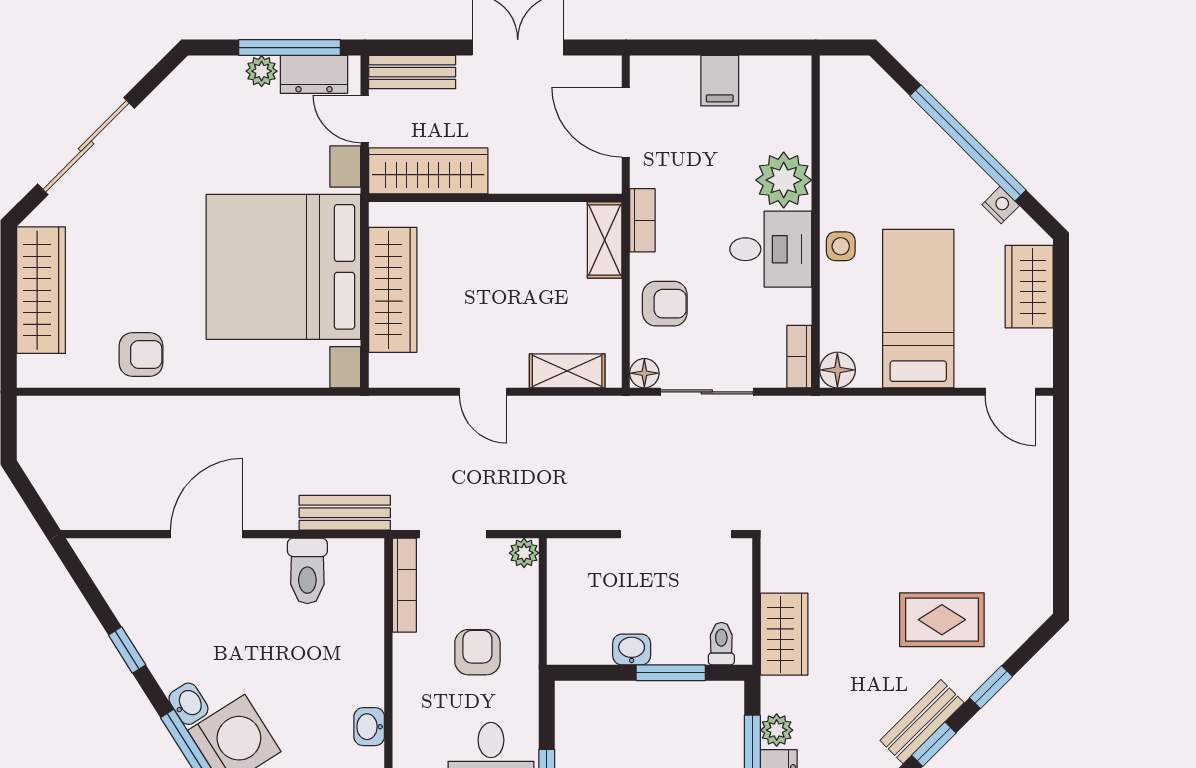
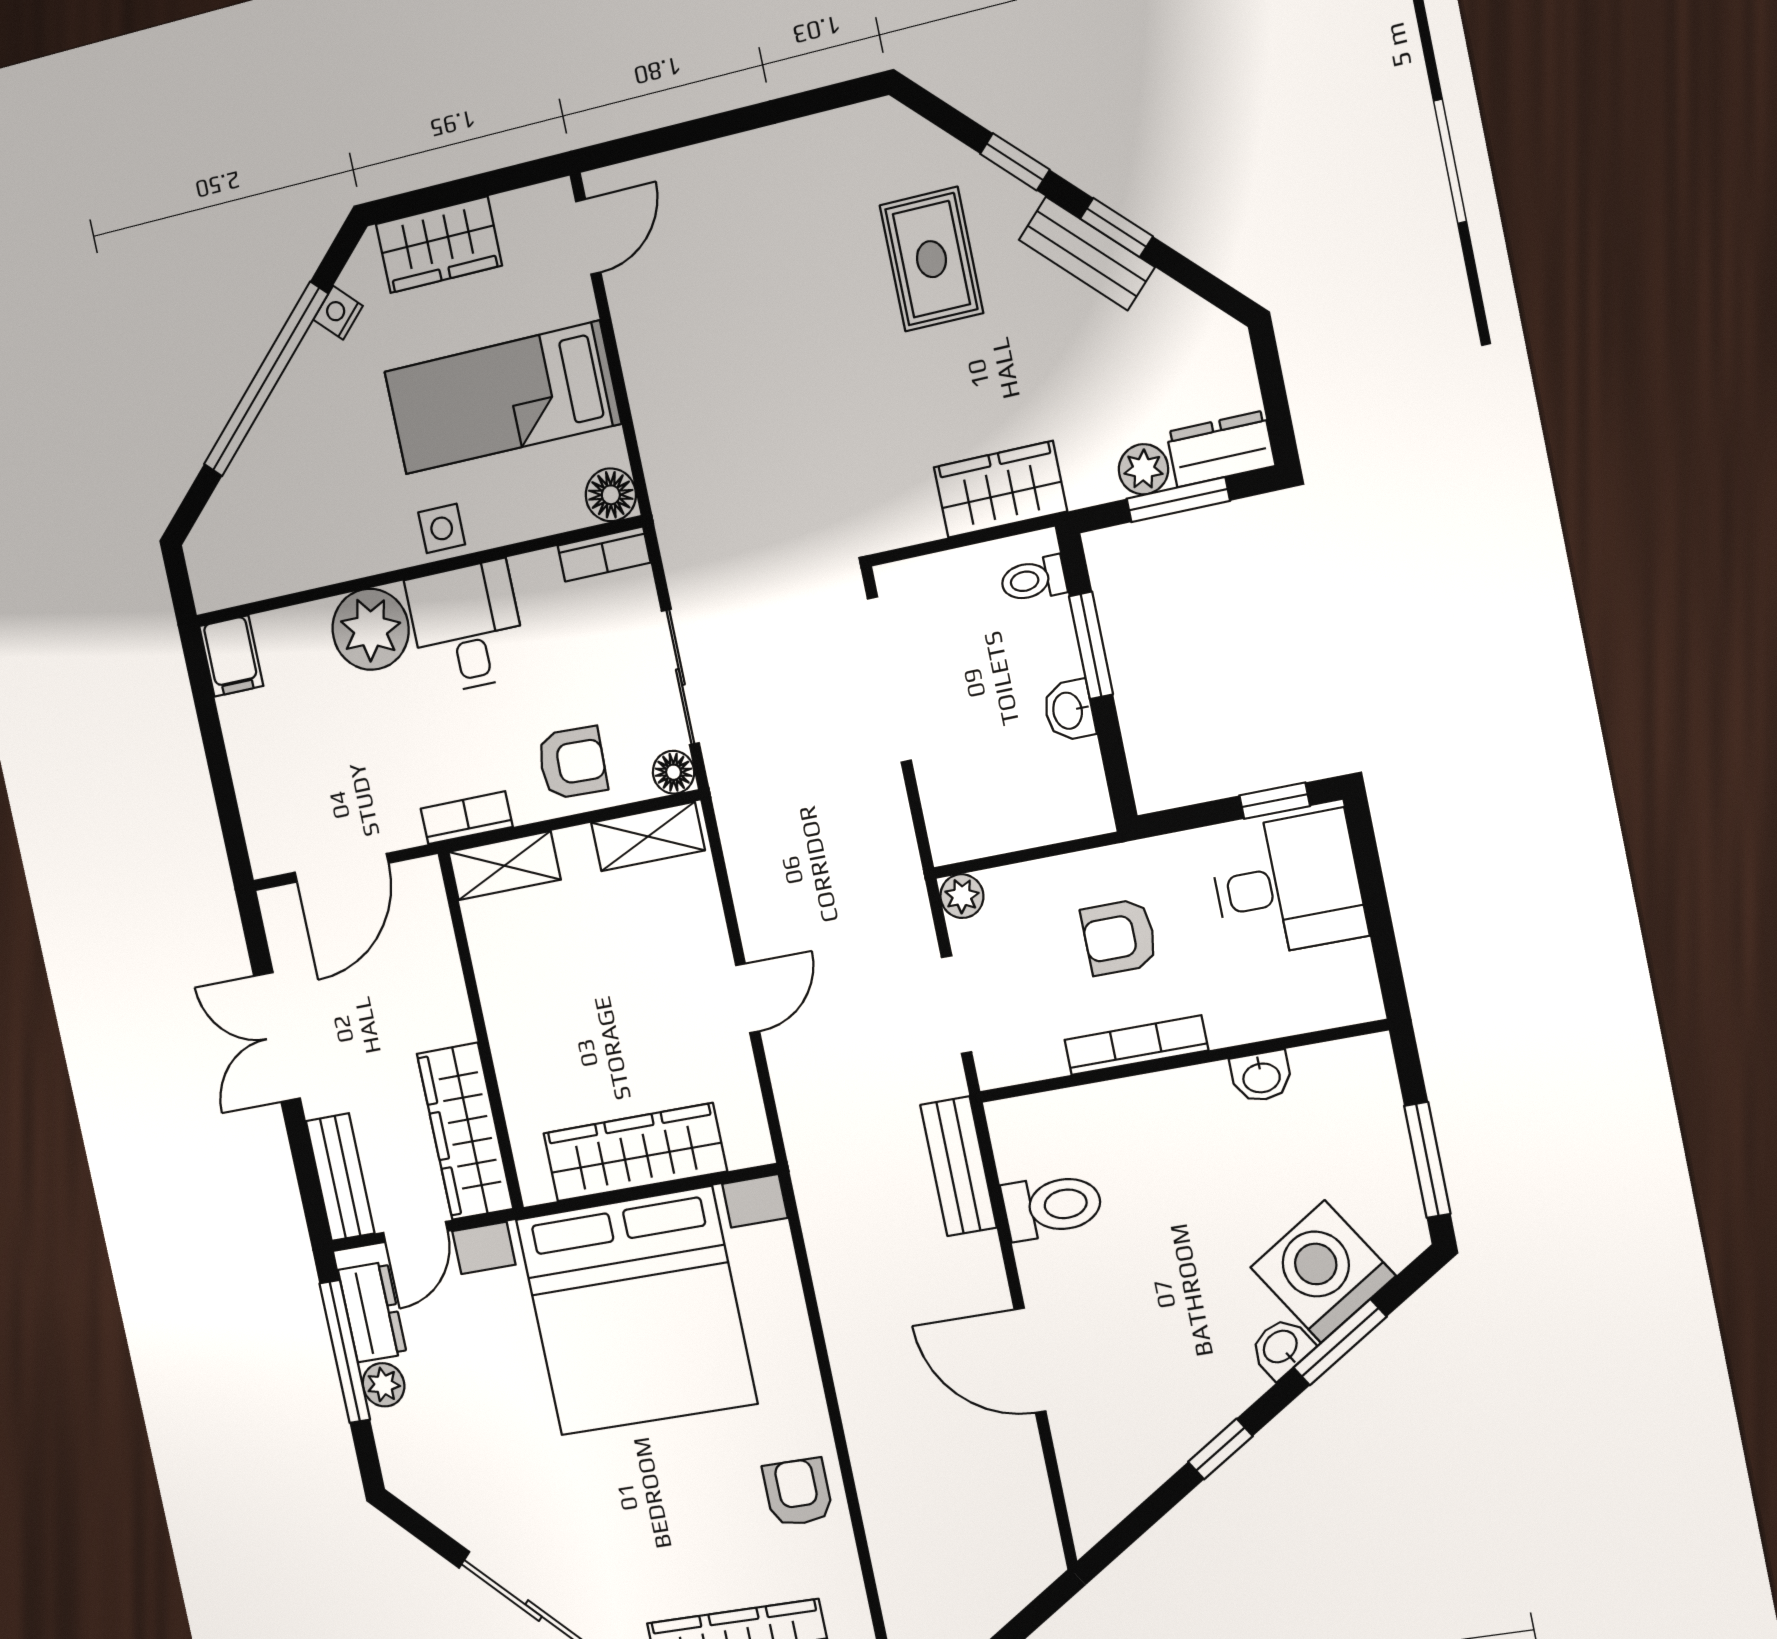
filing cabinet: (720, 81) -> (231, 656), moved, turned 90
armchair: (665, 304) -> (572, 763), turned 92
shelving: (567, 371) -> (648, 837), moved, turned 90
bookcase: (404, 585) -> (1136, 1045), moved

